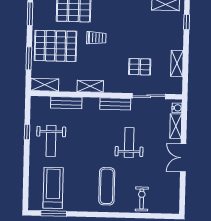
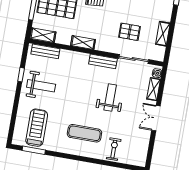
bench: (66, 103) -> (45, 51), moved
weight bench: (51, 141) -> (41, 86), turned -90
exercise mat: (107, 186) -> (84, 133), turned 90

